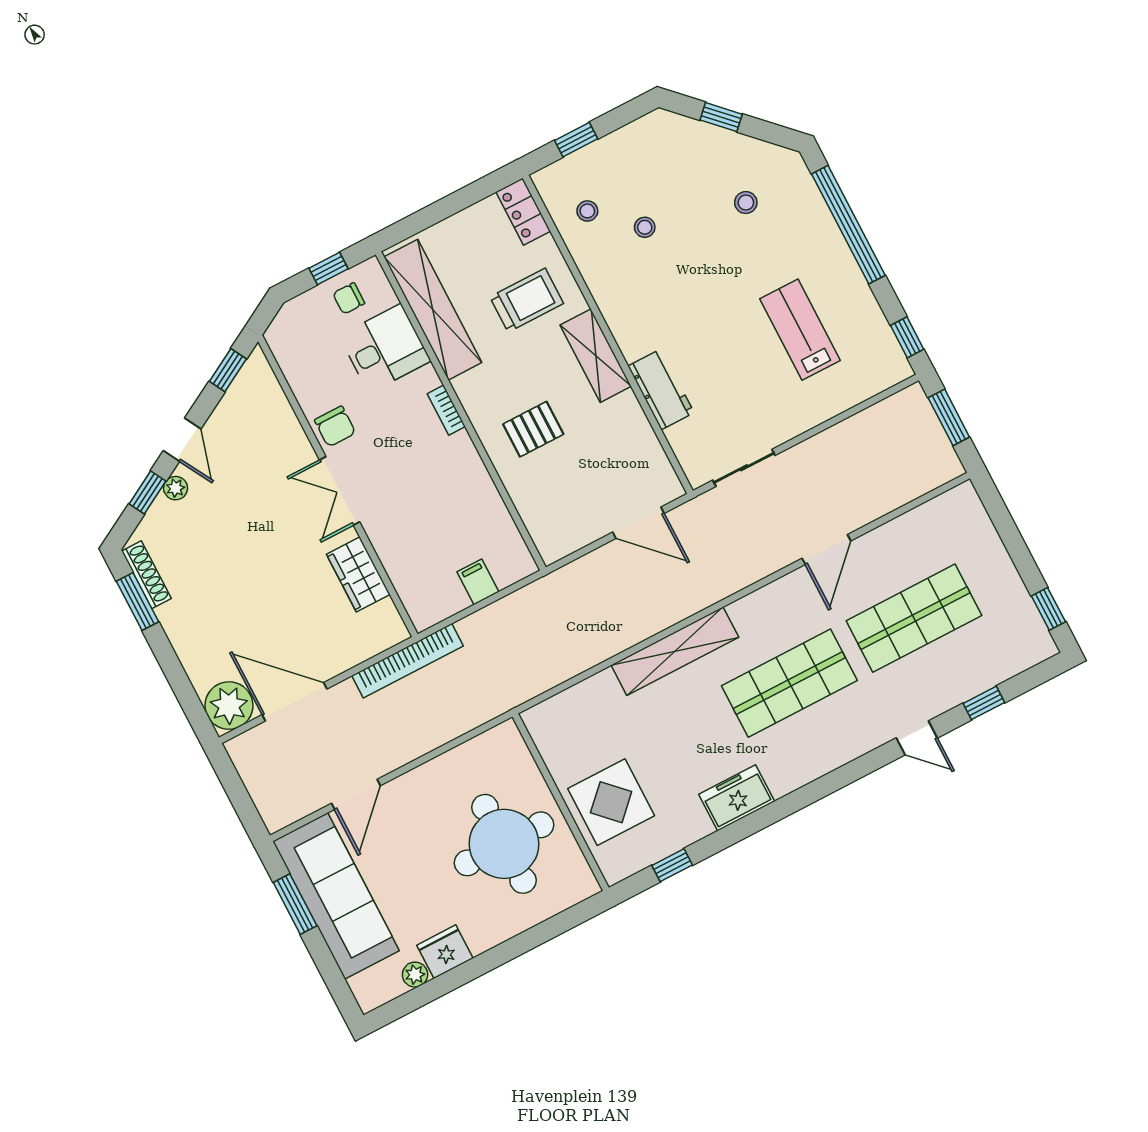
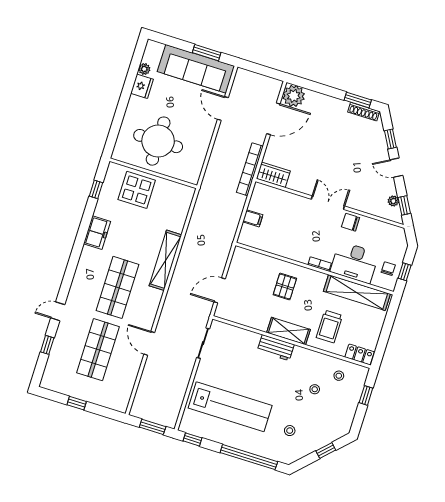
lab bench: (800, 330) -> (230, 407), width x1.86, depth x1.39
desk: (385, 348) -> (355, 262), width x1.37
workbench: (661, 389) -> (276, 348), moved
plant: (176, 488) -> (393, 201), moved
wardrobe: (358, 574) -> (273, 175), moved
window: (1048, 609) -> (77, 403), moved

